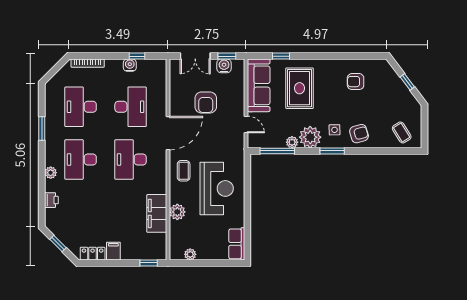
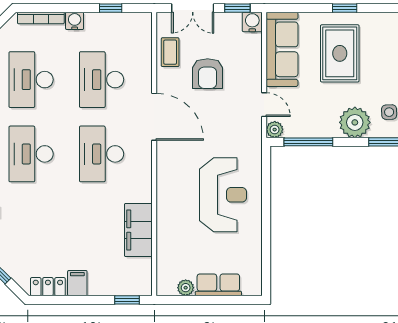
window: (281, 56) -> (345, 8), moved
water cooler: (130, 65) -> (75, 21), moved
water cooler: (224, 66) -> (252, 22), moved
desk: (131, 107) -> (102, 80), turned 180
door: (168, 133) -> (154, 117), hinge flipped
plant: (292, 142) -> (275, 130), moved
coffee table: (184, 171) -> (170, 52), moved
plant: (177, 212) -> (167, 228), removed
row of seats: (237, 244) -> (218, 285), moved, turned 90

